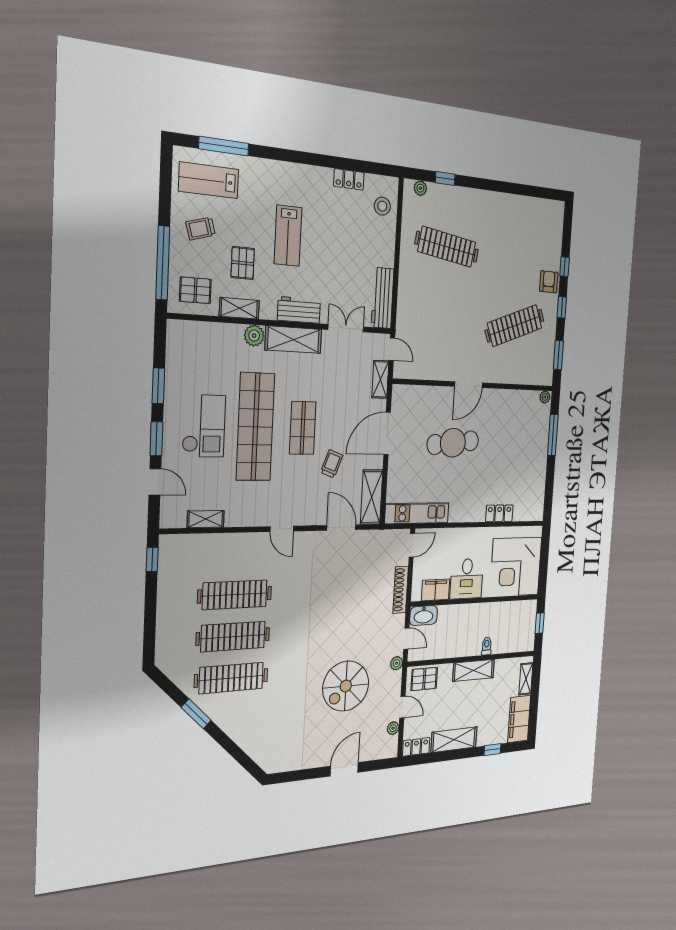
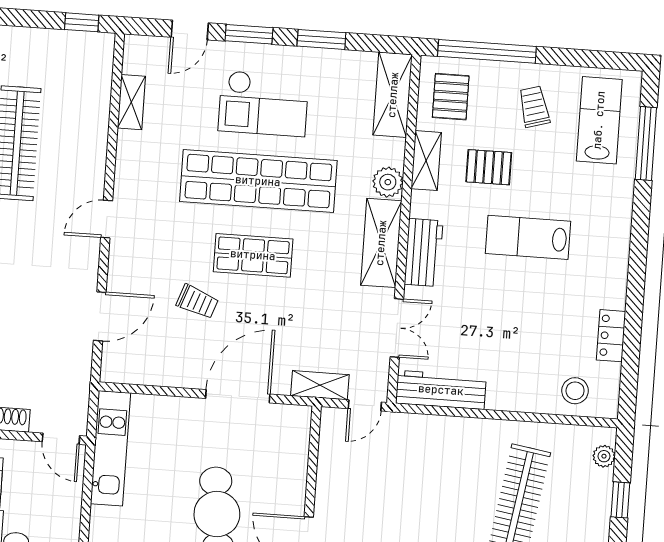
door: (387, 433) -> (238, 396), hinge flipped
shelving: (372, 497) -> (393, 95), moved, turned 90

